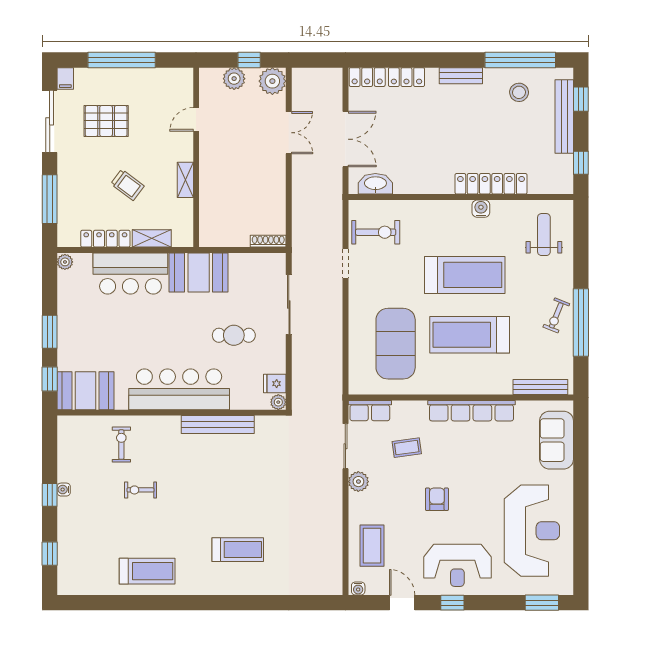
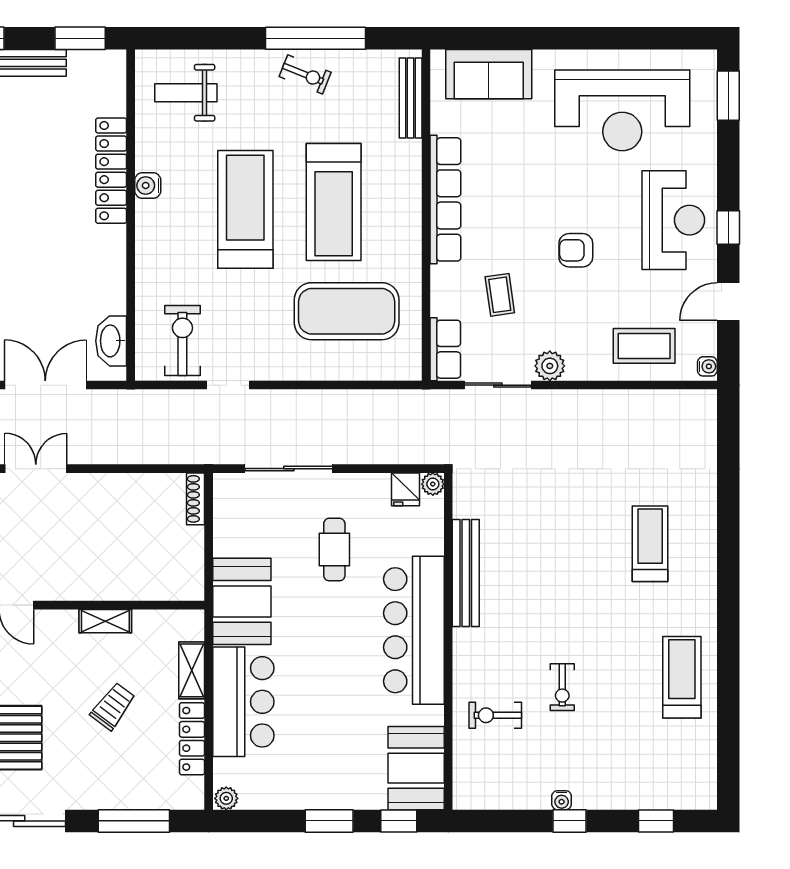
window: (581, 163) -> (80, 38), width x1.50
reception desk: (532, 531) -> (622, 110), turned 180

